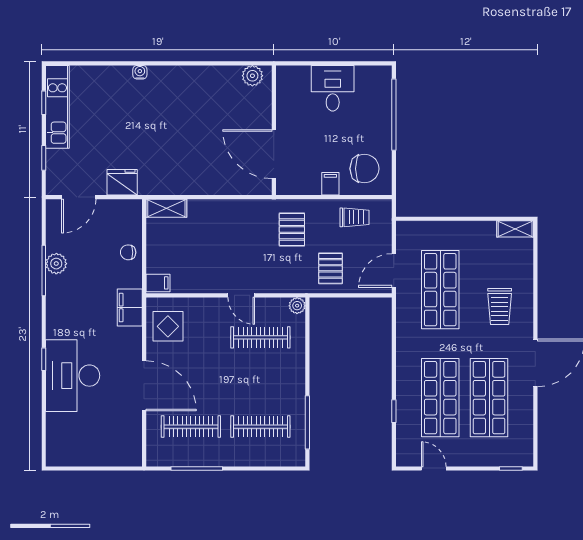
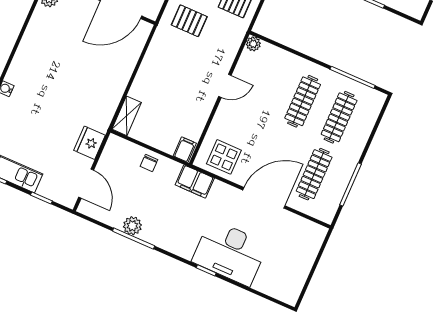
clothes rail: (260, 337) -> (303, 101), moved

